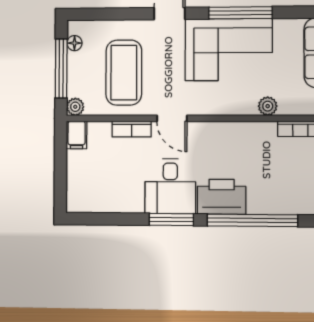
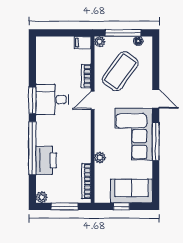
coffee table: (124, 73) -> (120, 71), turned -54
printer: (222, 197) -> (46, 160), moved

